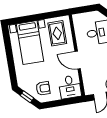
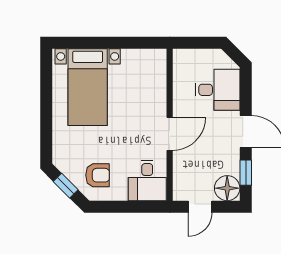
rug: (57, 33) -> (140, 78), removed
door: (78, 60) -> (170, 134), swing flipped

